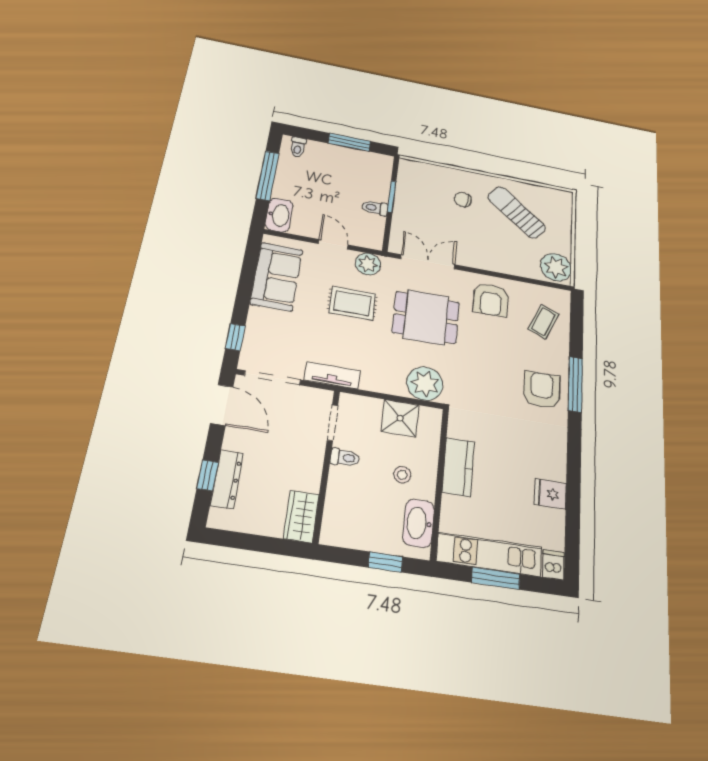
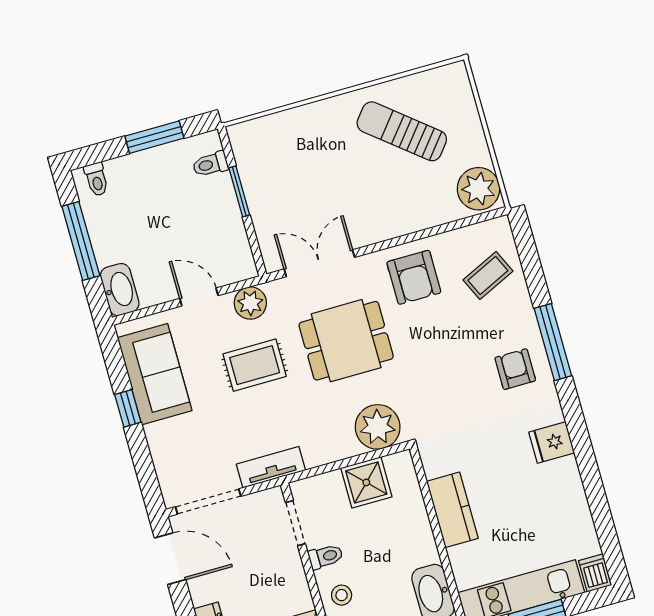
chair: (463, 200) -> (328, 148), removed
toilet: (375, 208) -> (210, 164), moved
coffee table: (544, 322) -> (488, 275), turned 42
window: (235, 337) -> (128, 408), moved
armchair: (542, 390) -> (515, 369), width x0.72, depth x0.72
stool: (402, 475) -> (342, 595), moved
fridge: (550, 494) -> (552, 442), moved

